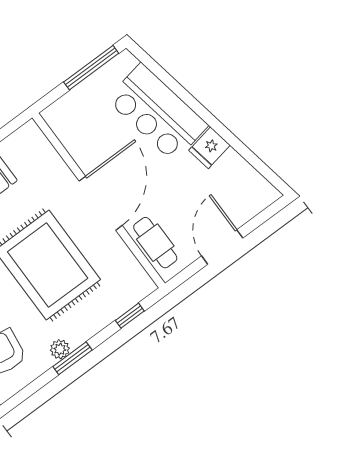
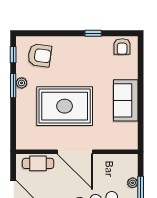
plant: (84, 90) -> (133, 183), added
window: (130, 316) -> (13, 55), moved

